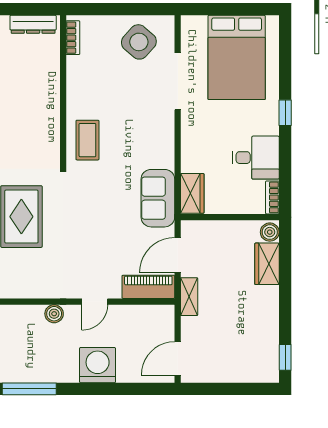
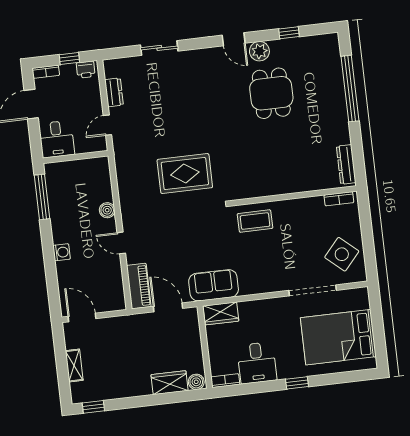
shelving: (189, 297) -> (74, 365), moved, turned 90
washing machine: (98, 365) -> (62, 252), width x0.53, depth x0.53

